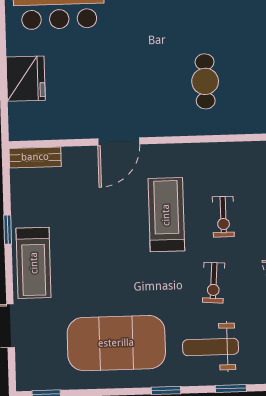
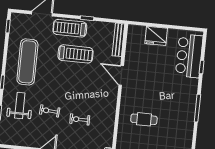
bench: (35, 157) -> (118, 40), width x1.36
treadmill: (166, 215) -> (75, 54), moved
exercise mat: (116, 343) -> (27, 62), width x0.68

